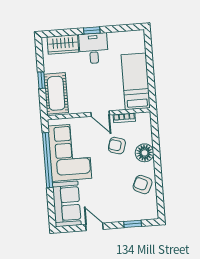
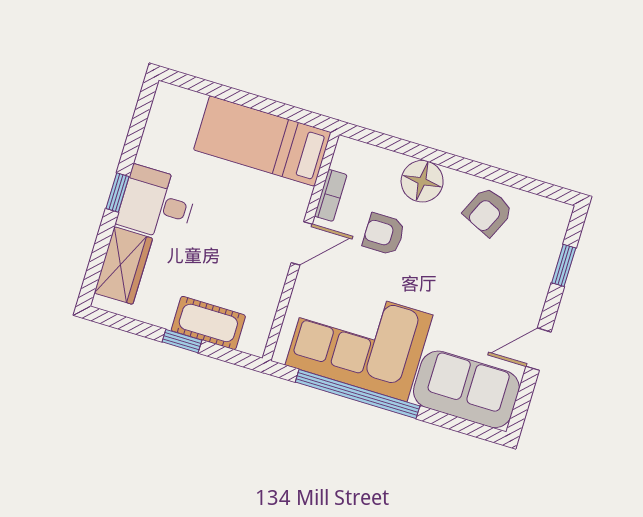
cot: (56, 93) -> (208, 323), width x0.73, depth x0.75
armchair: (117, 146) -> (384, 234), turned 74

